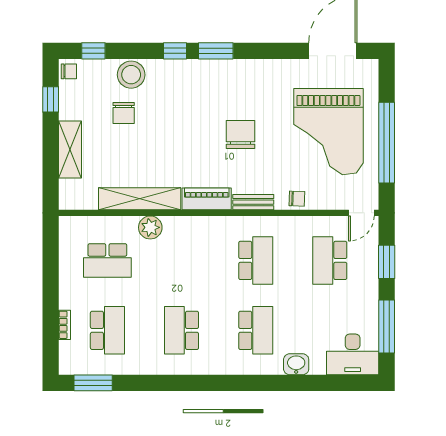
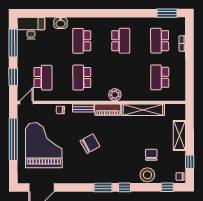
chair: (240, 135) -> (90, 144), turned -119
plant: (150, 227) -> (115, 95), moved
school desk: (107, 260) -> (160, 77), turned -90

